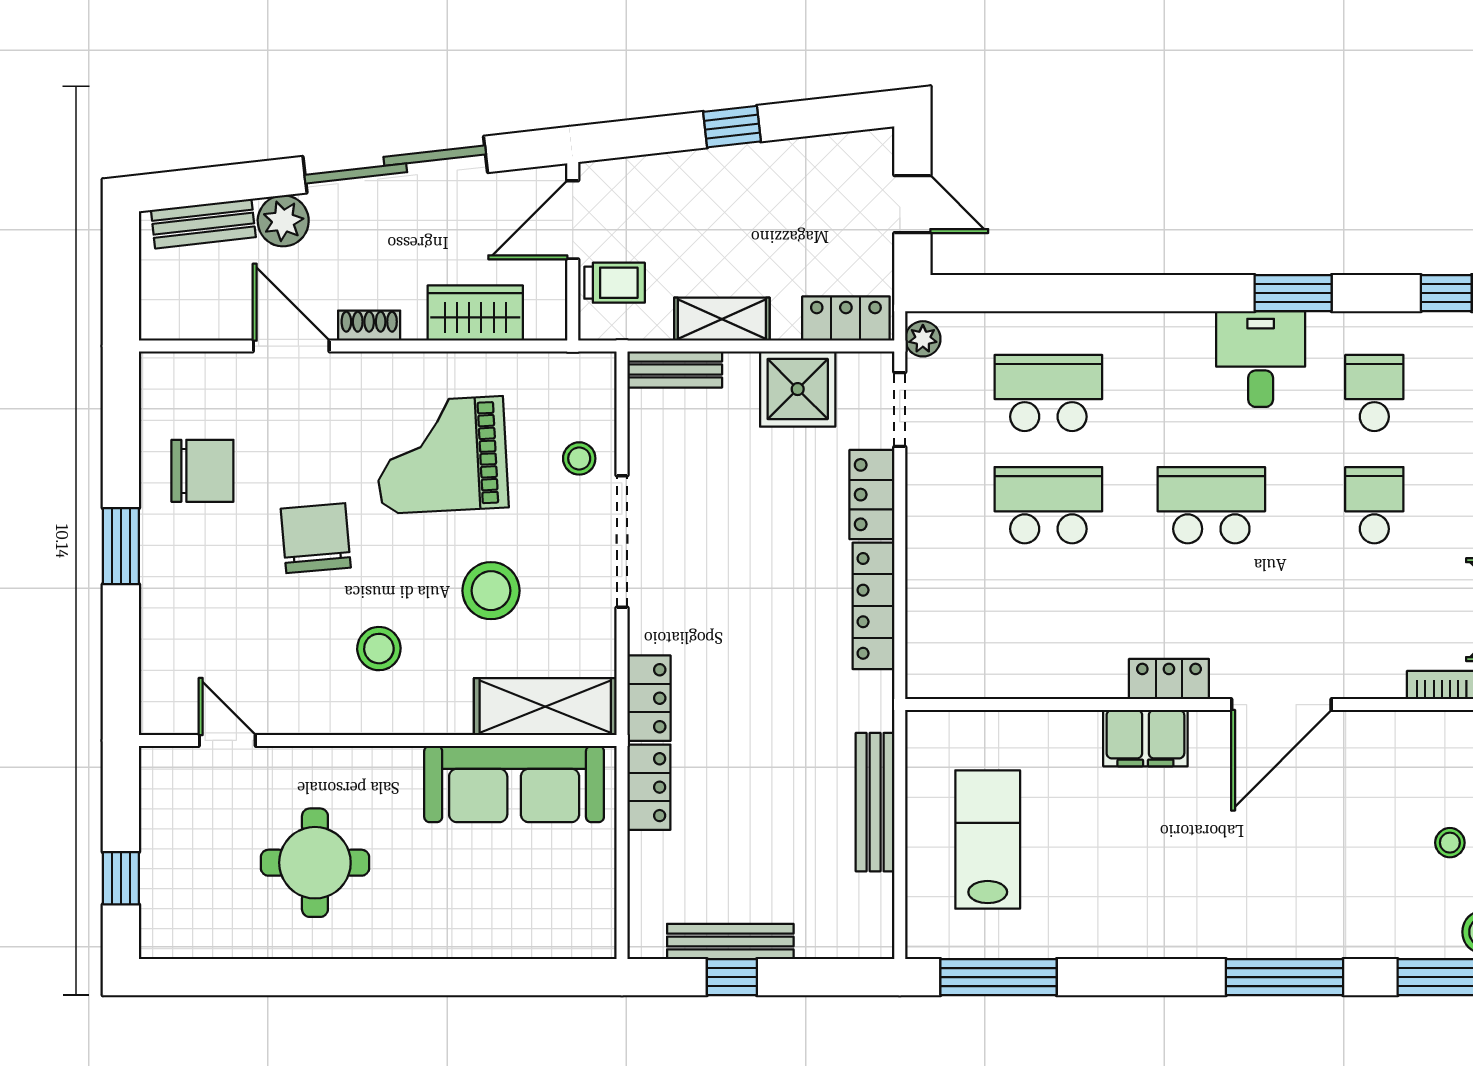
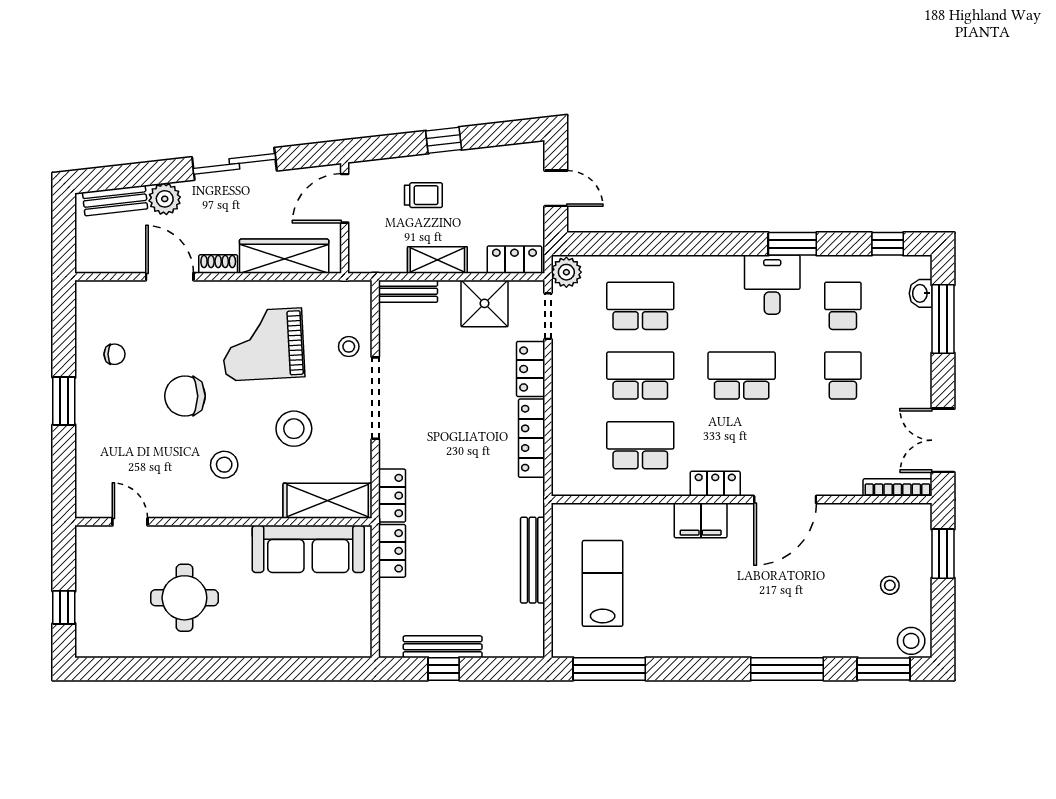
sliding door: (395, 165) -> (234, 164), width x0.73
trolley: (615, 283) -> (423, 195), moved
wardrobe: (475, 313) -> (284, 256), width x1.50
plant: (923, 339) -> (566, 272), width x1.38, depth x1.38
chair: (202, 471) -> (115, 354), width x0.54, depth x0.54
chair: (316, 538) -> (185, 396), turned -85
school desk: (1048, 617) -> (640, 445), added

